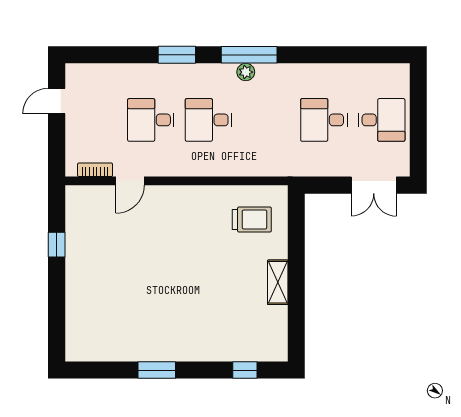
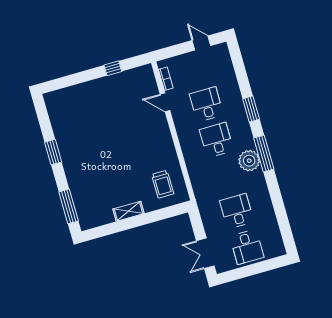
plant: (246, 72) -> (249, 161), width x1.88, depth x1.88
window: (245, 370) -> (69, 206), width x2.17

